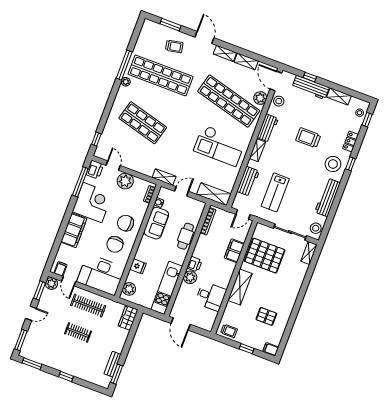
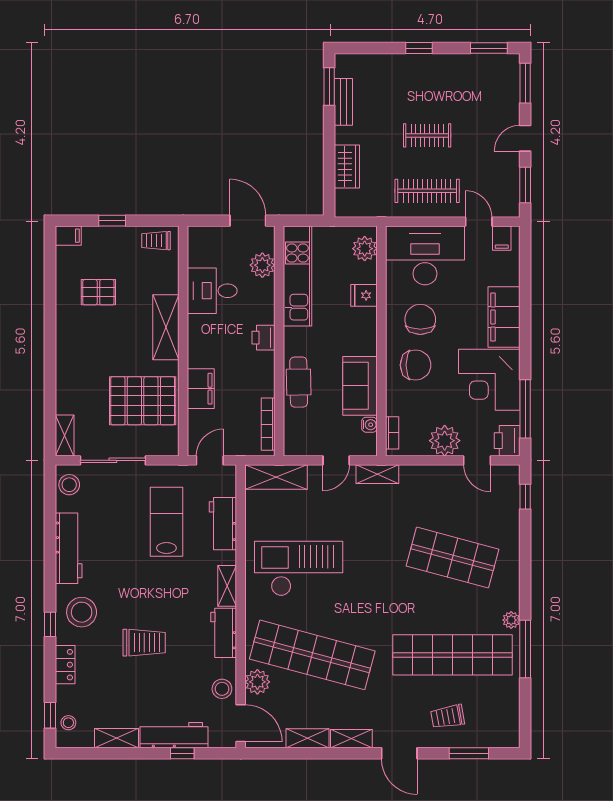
plant: (190, 277) -> (262, 265), moved
plant: (51, 283) -> (508, 206), removed
wardrobe: (128, 318) -> (347, 167), moved

